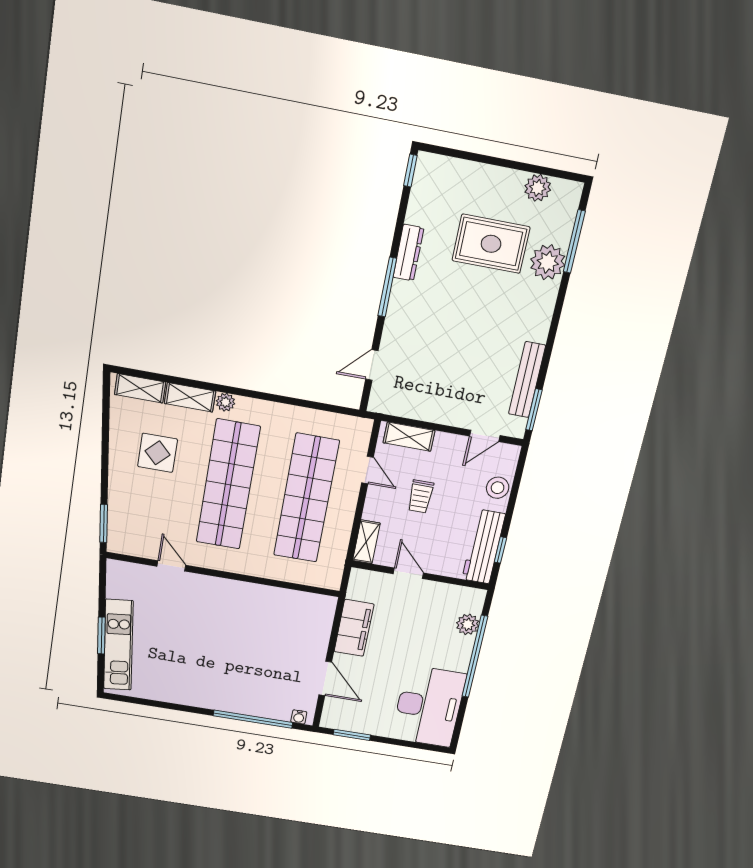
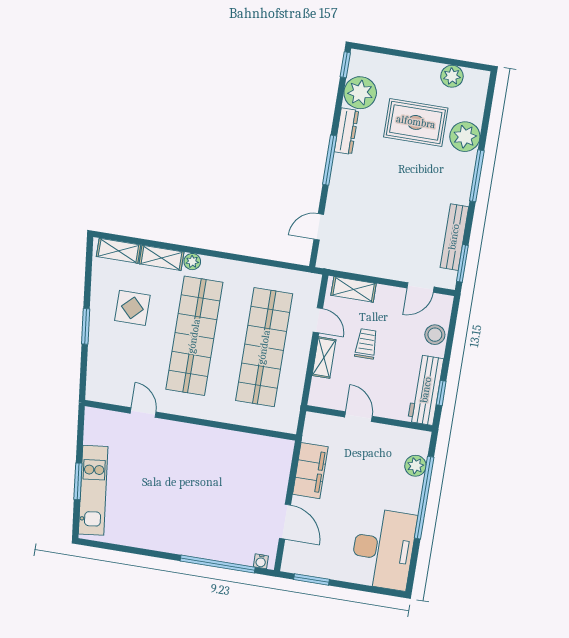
plant: (427, 206) -> (360, 93), added
window: (574, 241) -> (477, 176), moved
trolley: (420, 496) -> (366, 344), turned 180
window: (104, 523) -> (86, 326), moved
shelving: (366, 542) -> (324, 358), moved

